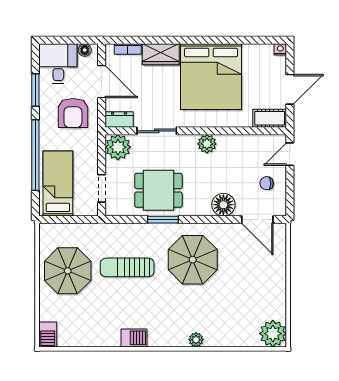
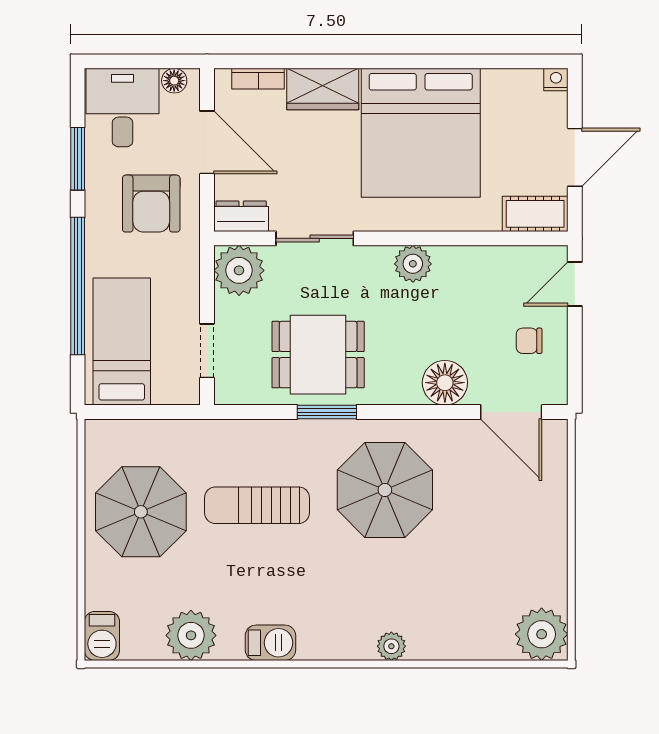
plant: (93, 334) -> (191, 635), added

